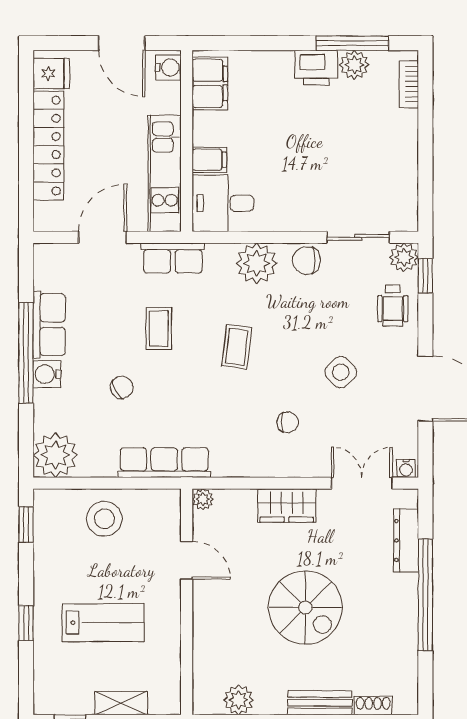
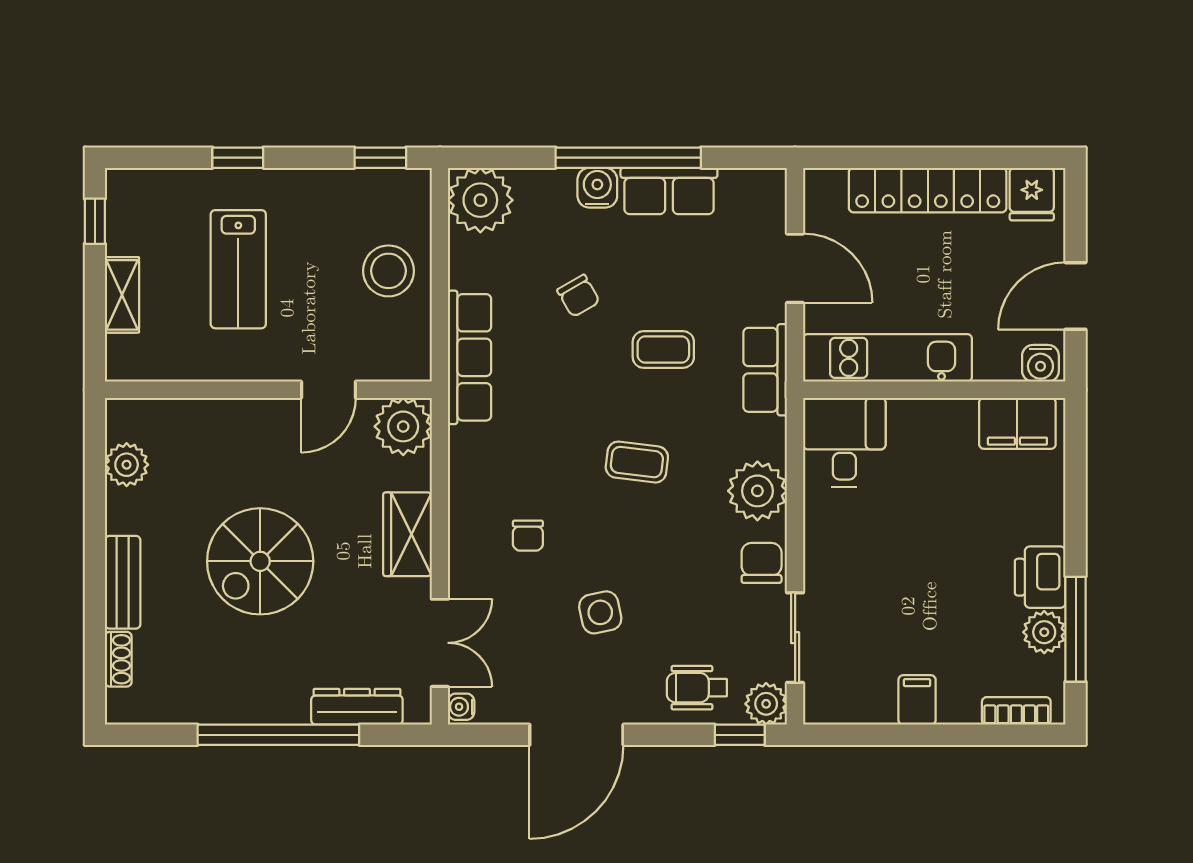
filing cabinet: (209, 160) -> (917, 700), moved, turned 180
side table: (341, 372) -> (600, 612), turned 31
plant: (203, 499) -> (403, 426), width x1.88, depth x1.88

